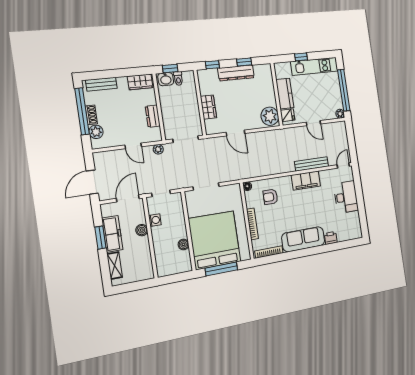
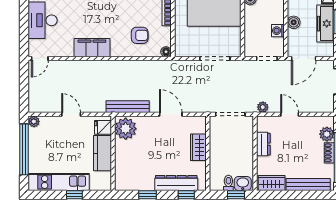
dresser: (236, 73) -> (176, 183), moved
bench: (101, 84) -> (308, 184), width x1.36
bench: (312, 164) -> (128, 107), moved

